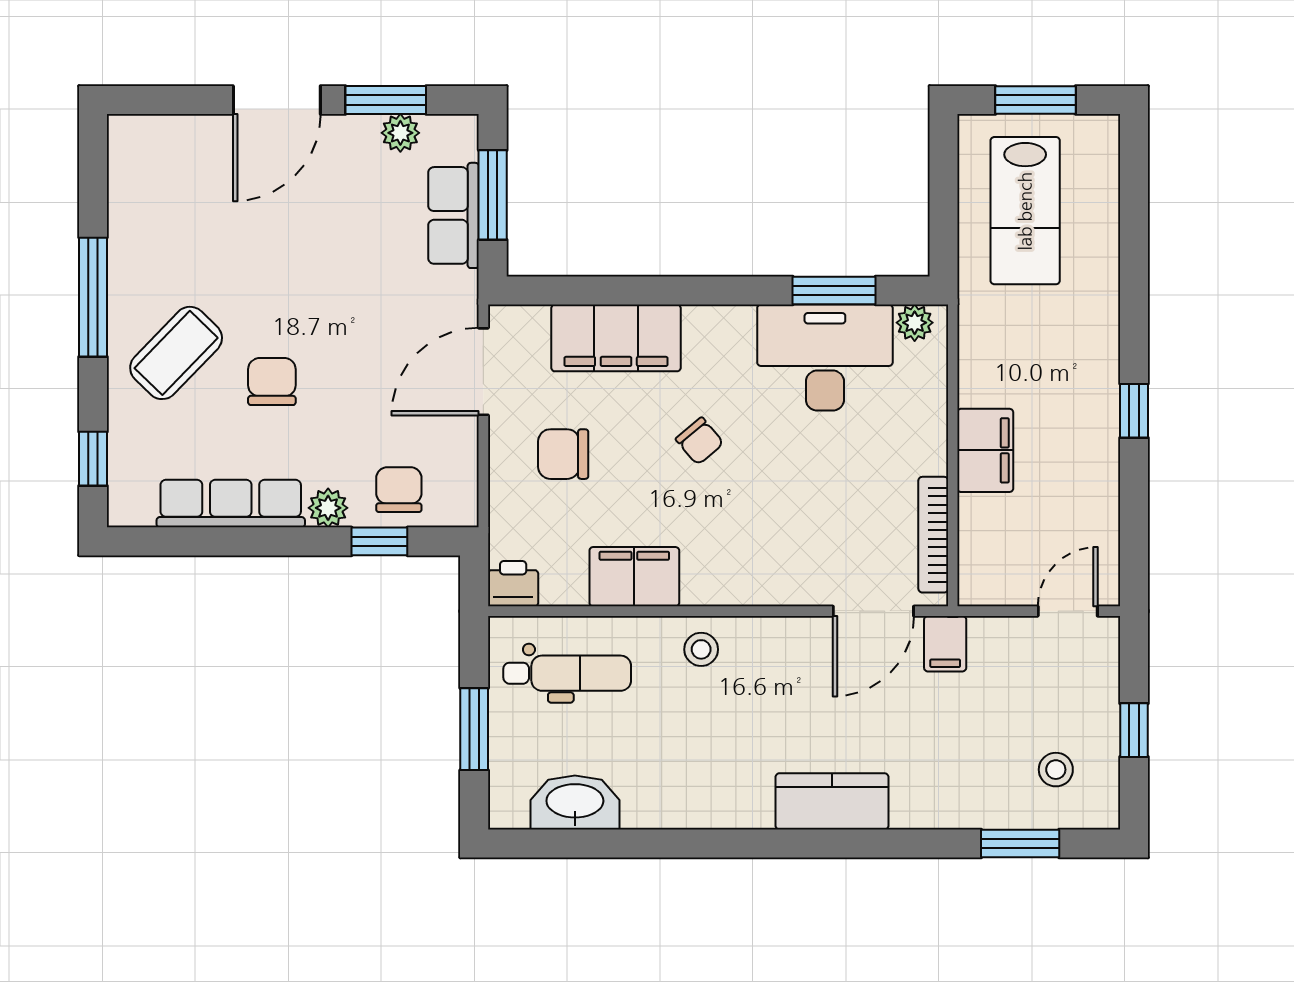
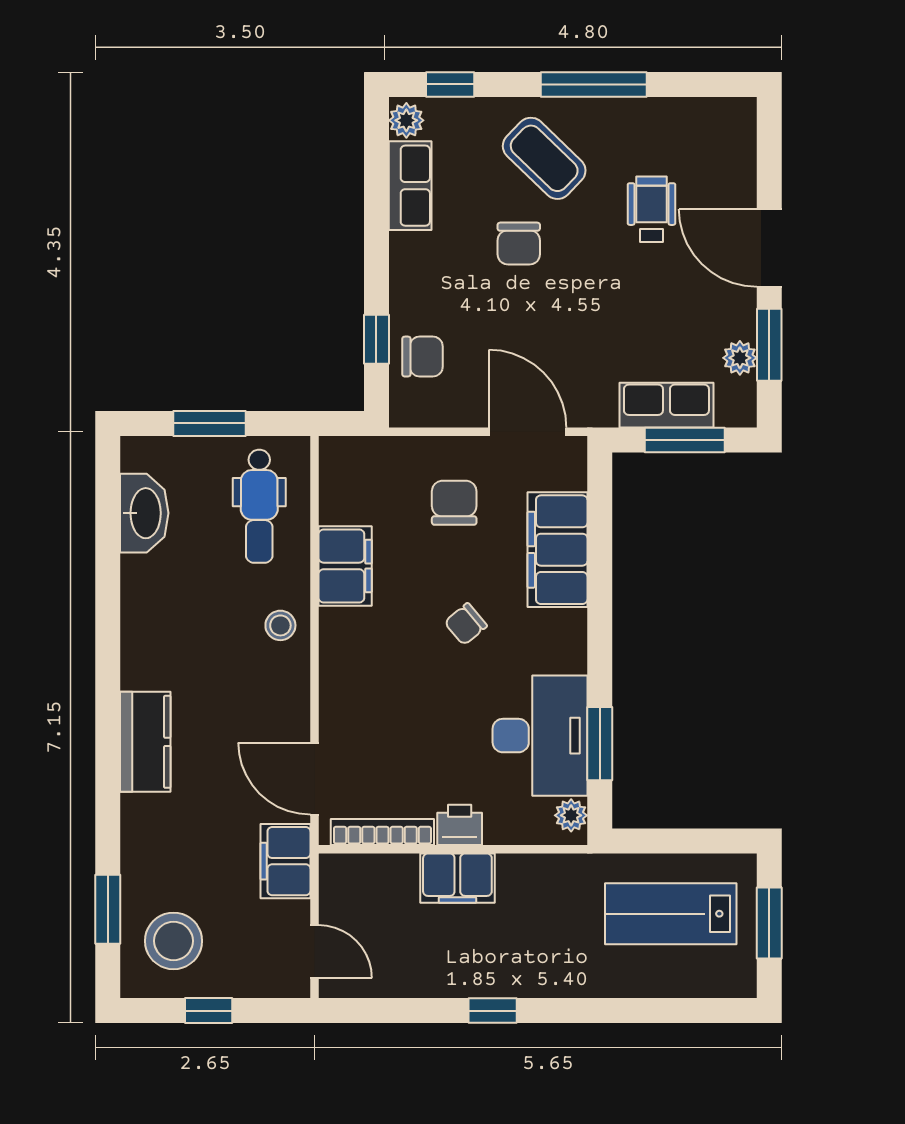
wheelchair: (233, 232) -> (651, 209), added
chair: (272, 381) -> (519, 244), turned 90
row of seats: (231, 504) -> (410, 186), width x0.68
plant: (328, 508) -> (406, 120), moved
printer: (513, 584) -> (460, 825), moved, turned -90
filing cabinet: (945, 644) -> (285, 861), width x2.00
stool: (1056, 770) -> (174, 941), width x1.89, depth x1.89

